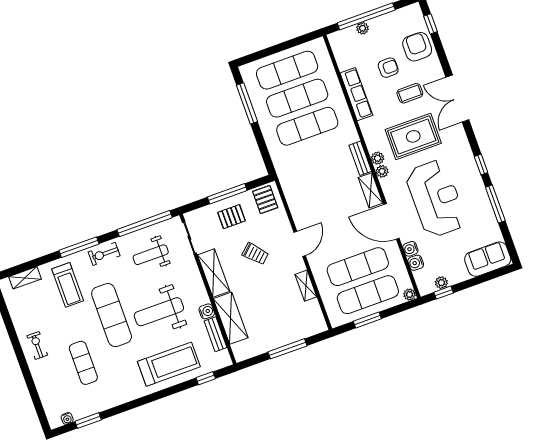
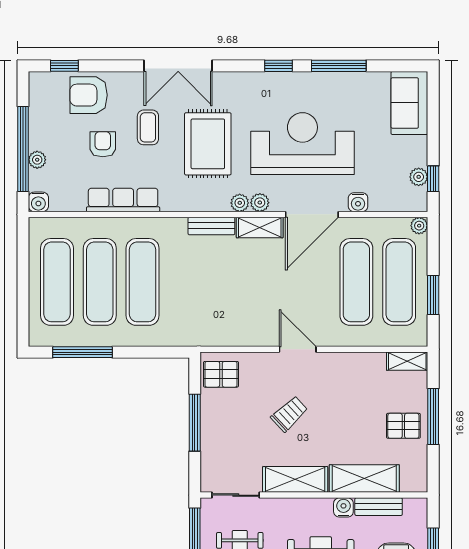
plant: (378, 158) -> (260, 203), moved
pallet: (231, 217) -> (403, 426), moved, turned 90
water cooler: (416, 263) -> (38, 202), moved
shelving: (306, 286) -> (407, 361), moved

